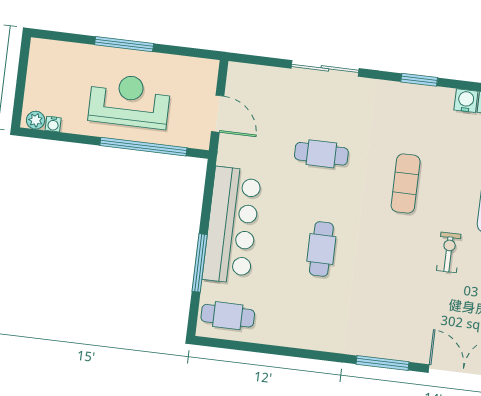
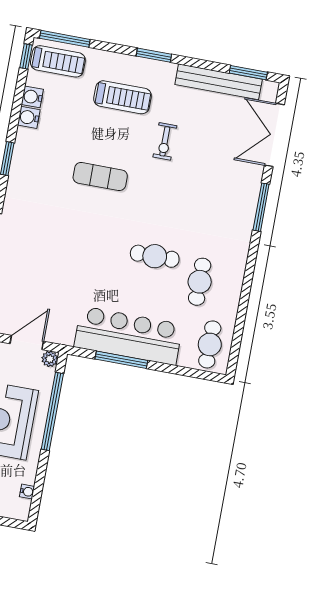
plant: (36, 120) -> (50, 359), moved
cafe table: (321, 154) -> (200, 282), moved
exercise bike: (449, 252) -> (165, 141), turned -90
window: (200, 263) -> (121, 360), moved

